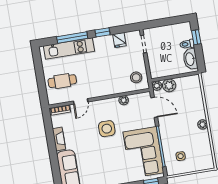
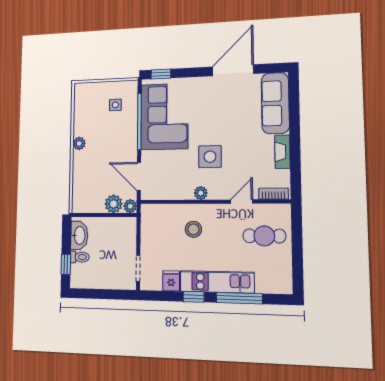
kitchen unit: (69, 49) -> (217, 282), moved
stool: (136, 77) -> (193, 229), moved
plant: (124, 100) -> (201, 193), moved

